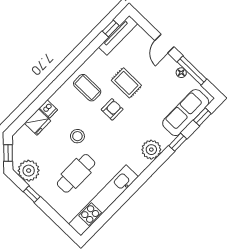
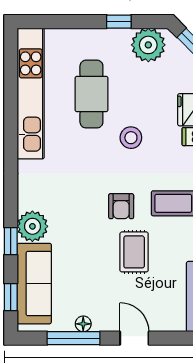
rug: (126, 83) -> (134, 252), turned 90
plant: (151, 150) -> (32, 226), moved

